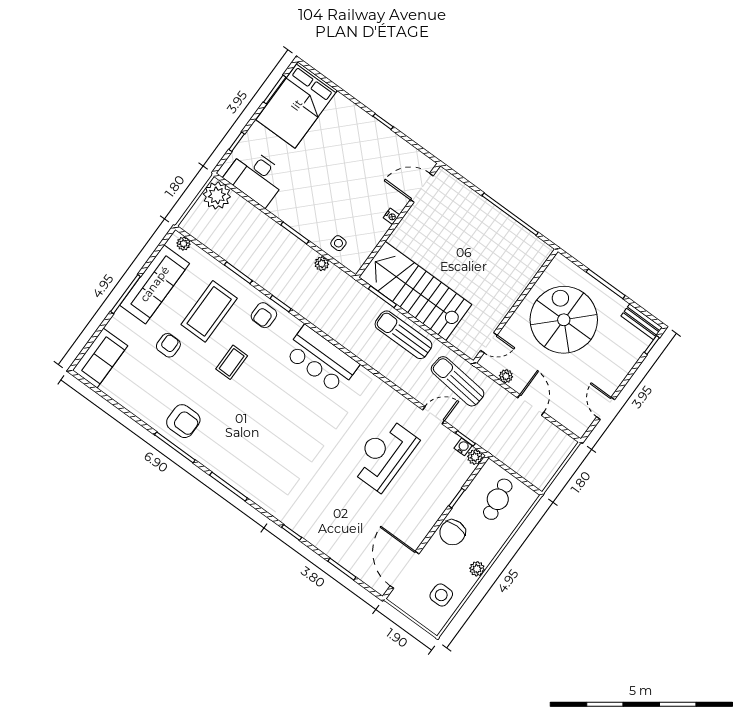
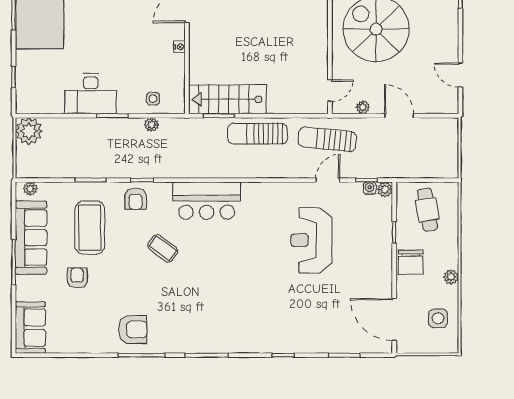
desk: (256, 177) -> (91, 94), moved
stairs: (415, 291) -> (227, 99), width x0.73, depth x0.66
coffee table: (232, 362) -> (163, 248), moved, turned -53

